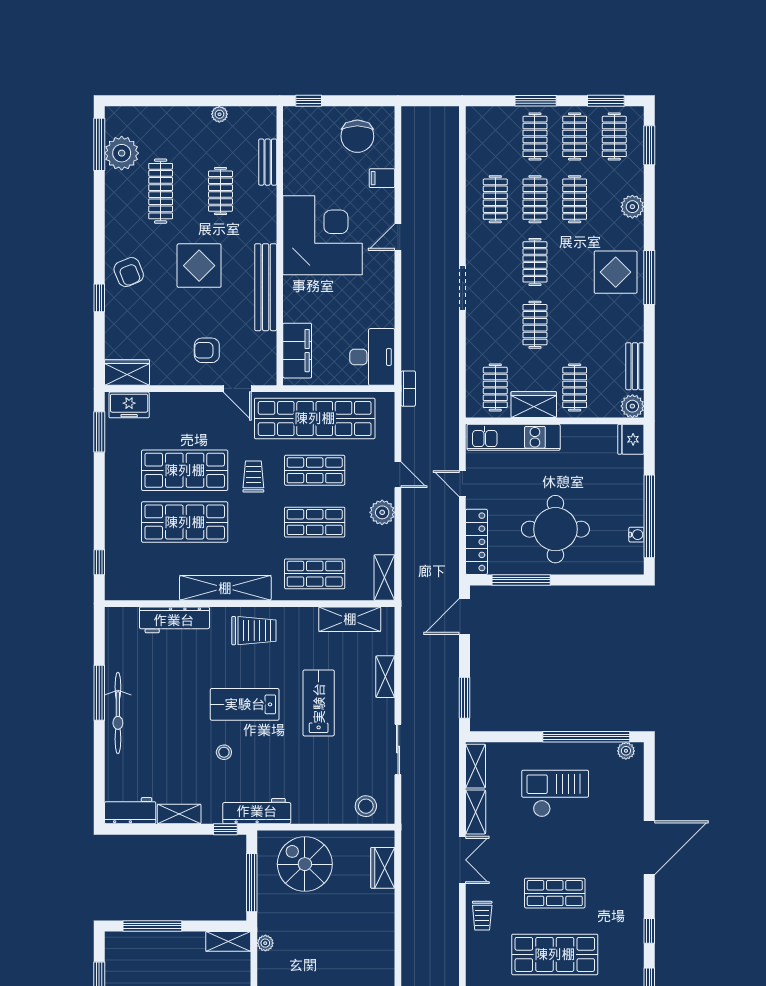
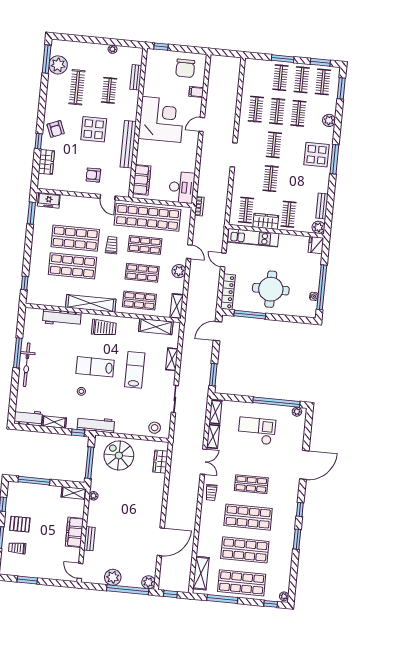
wardrobe: (127, 373) -> (46, 162), moved, turned 90

